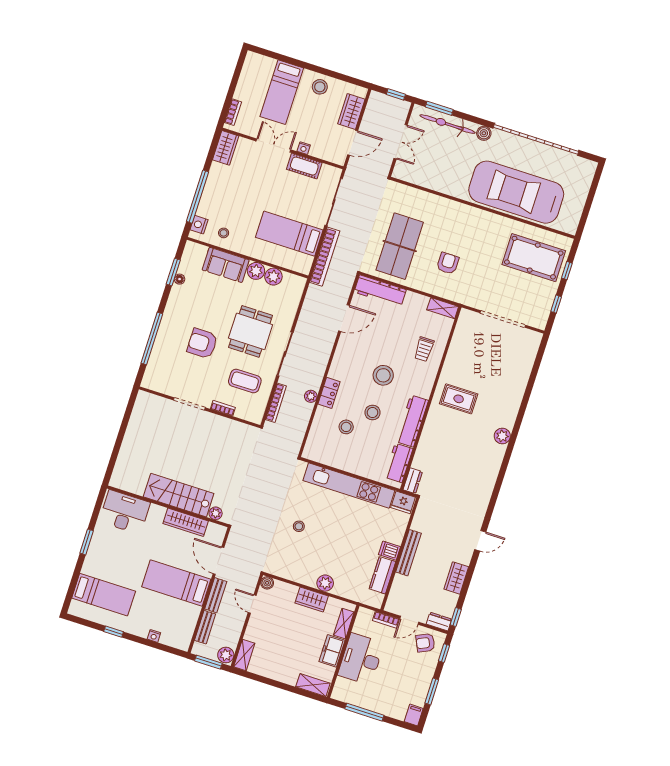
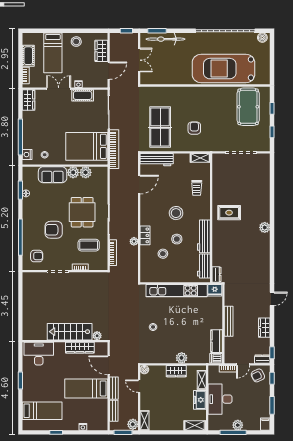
cot: (245, 85) -> (28, 56), added
boiler: (484, 133) -> (262, 38), moved
bed: (289, 234) -> (87, 146), width x1.50
pool table: (534, 258) -> (248, 107), turned 90
armchair: (166, 373) -> (37, 256), added
dishwasher: (390, 551) -> (216, 358), moved
plant: (374, 704) -> (238, 425), added

